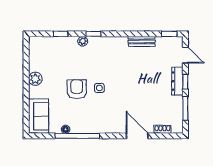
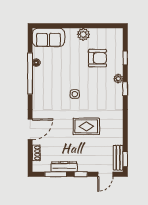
bench: (142, 41) -> (118, 158), moved
rug: (134, 76) -> (86, 126), added
dresser: (177, 81) -> (64, 167), moved
armchair: (77, 89) -> (97, 58), moved

